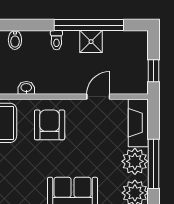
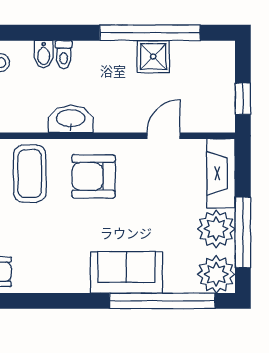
toilet: (56, 40) -> (64, 54), moved
washbasin: (26, 88) -> (71, 119), width x1.91, depth x1.45
armchair: (50, 125) -> (93, 176), turned -90

